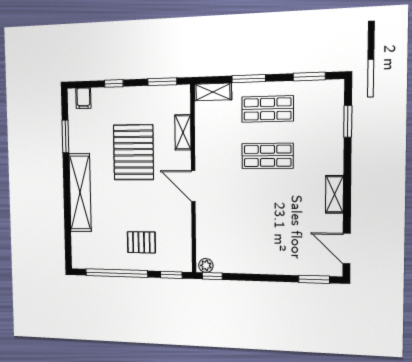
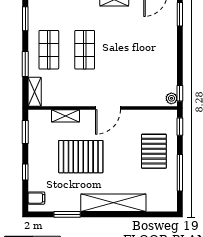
pallet: (141, 242) -> (154, 151), width x1.50, depth x1.42
window: (117, 273) -> (180, 173), width x0.68

